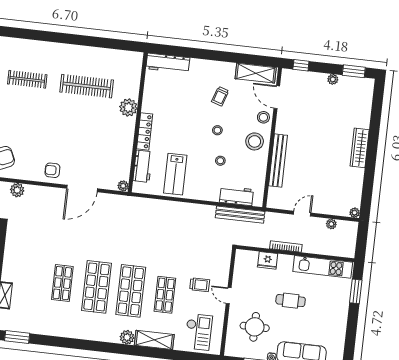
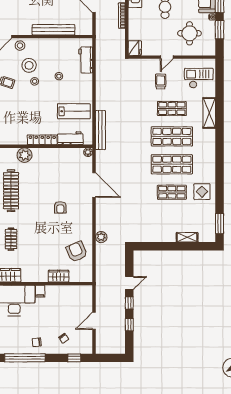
clothes rail: (27, 79) -> (11, 239), width x0.73
stool: (255, 141) -> (29, 65), moved
armchair: (52, 170) -> (60, 207), moved
bench: (240, 215) -> (100, 130), moved
fridge: (268, 260) -> (135, 48), moved
display table: (59, 320) -> (202, 192), added
plant: (127, 337) -> (210, 135), removed

